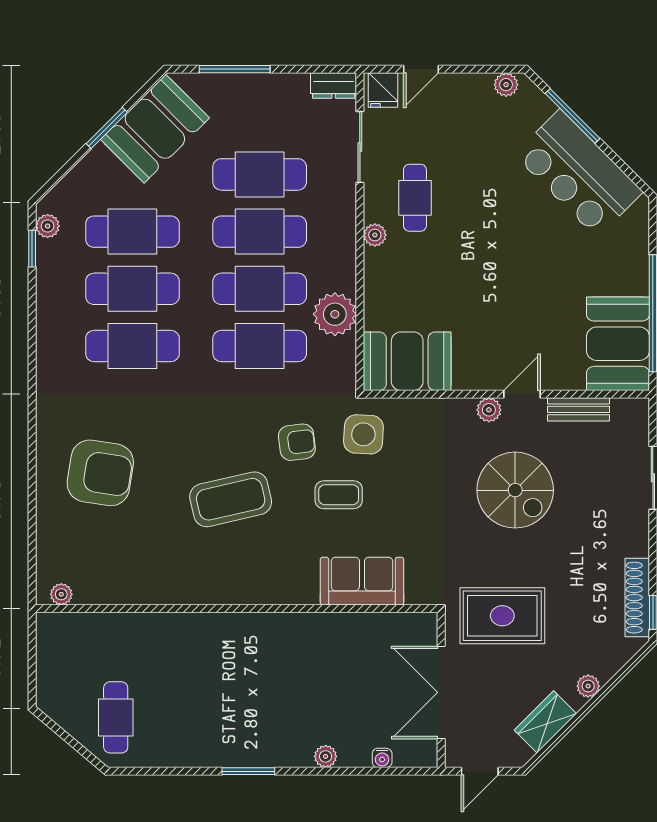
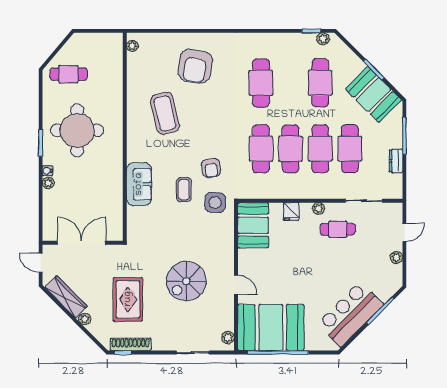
door: (421, 69) -> (404, 232), swing flipped
plant: (506, 85) -> (396, 257), moved
dresser: (334, 86) -> (396, 161), moved
fridge: (383, 90) -> (291, 212), moved, turned -90
cafe table: (132, 289) -> (291, 83), removed
plant: (335, 314) -> (277, 188), removed
booth: (618, 344) -> (271, 328), width x1.36, depth x1.42
bench: (579, 409) -> (228, 314), removed
plant: (489, 410) -> (228, 338), moved
coffee table: (231, 499) -> (165, 113), moved
sofa: (362, 581) -> (139, 184), moved
rug: (502, 616) -> (128, 299), moved
round table: (224, 701) -> (77, 130), added
wardrobe: (545, 722) -> (66, 297), width x1.50
water cooler: (382, 758) -> (47, 171), moved

